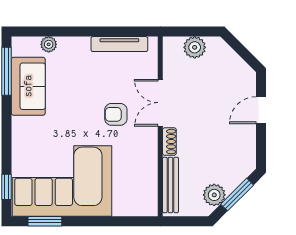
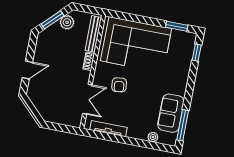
plant: (195, 47) -> (61, 117), removed
double door: (160, 103) -> (87, 99), moved
armchair: (116, 114) -> (119, 85), turned 83
corner sofa: (62, 181) -> (136, 45), moved

